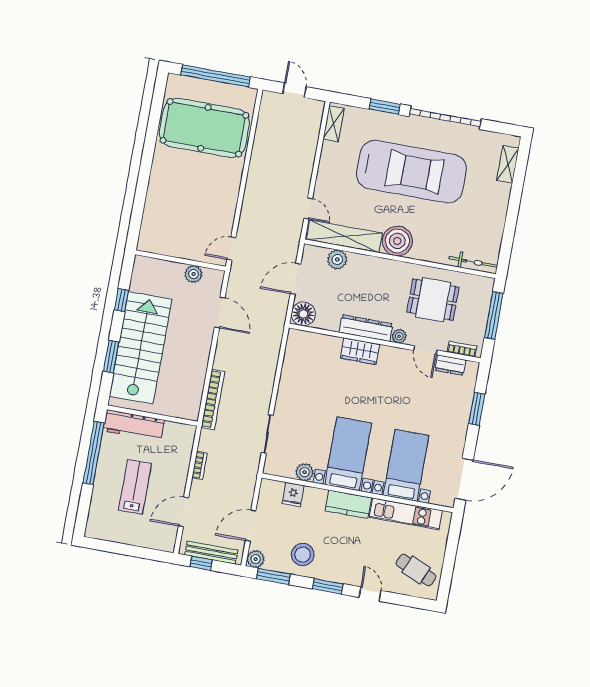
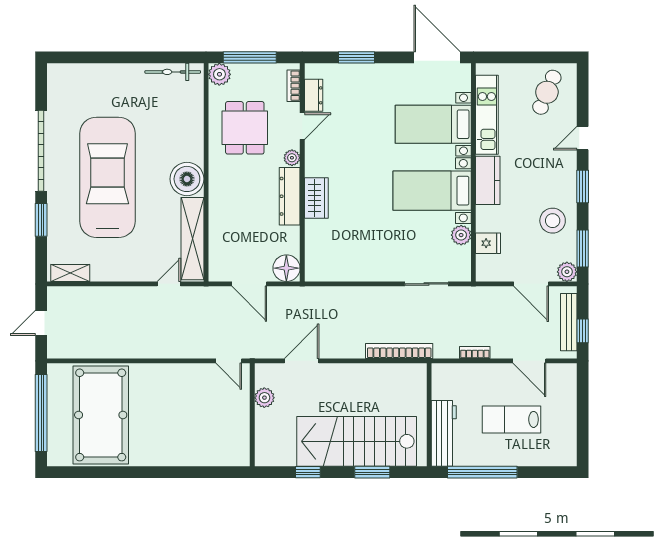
shelving: (508, 164) -> (80, 72), removed
plant: (337, 259) -> (219, 74), moved
bicycle: (473, 262) -> (173, 72), moved, turned -90

